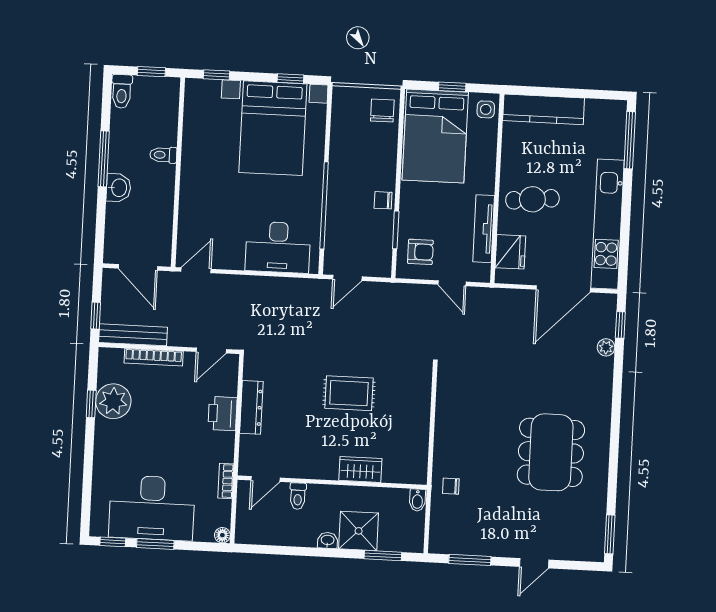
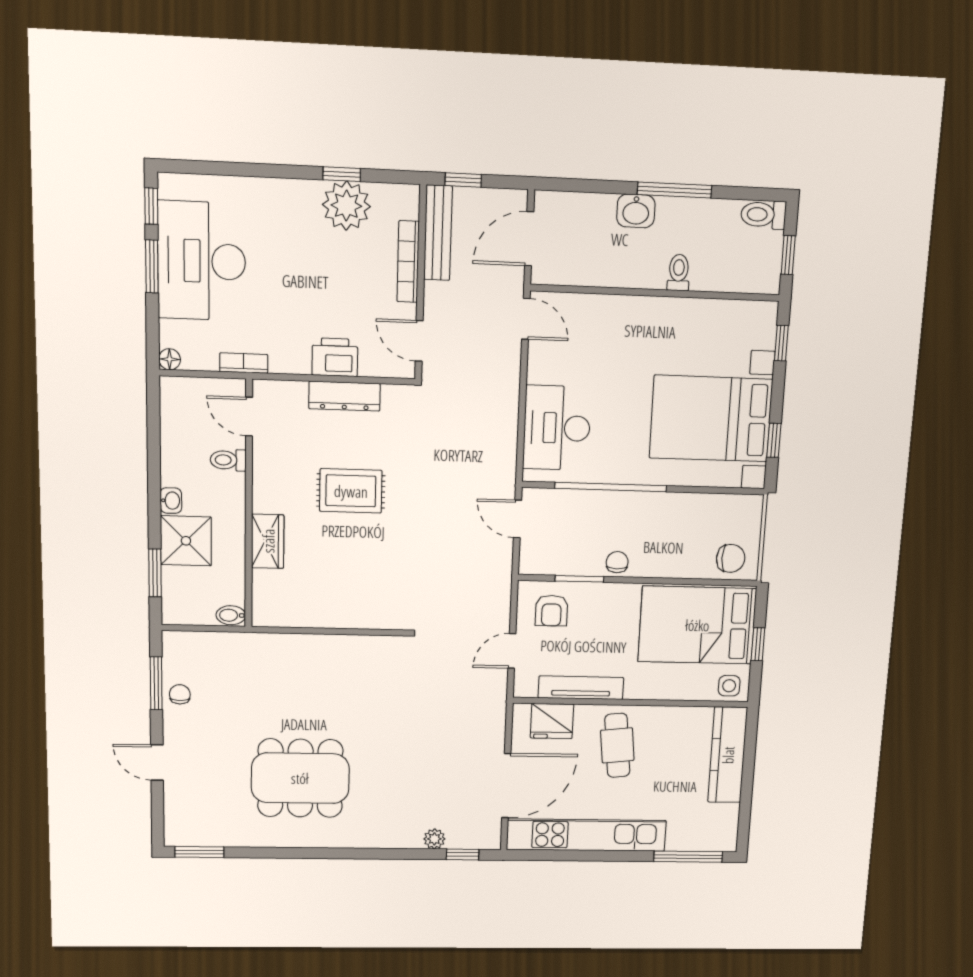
door: (563, 289) -> (506, 786), swing flipped
rug: (349, 393) -> (351, 491), moved, turned 90
chair: (451, 486) -> (180, 694), moved

